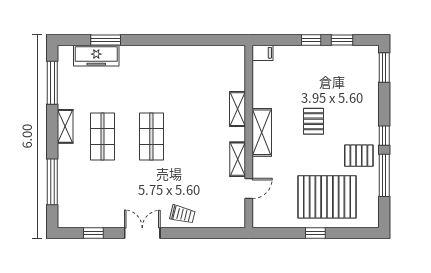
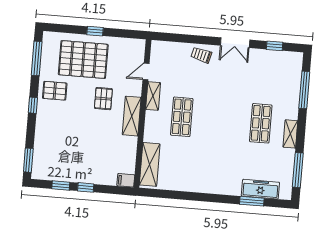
shelving: (237, 109) -> (150, 164), moved, width x1.50, depth x1.33
pallet: (314, 121) -> (103, 99), moved
shop shelf: (151, 136) -> (182, 117), moved
window: (384, 175) -> (37, 58), moved

